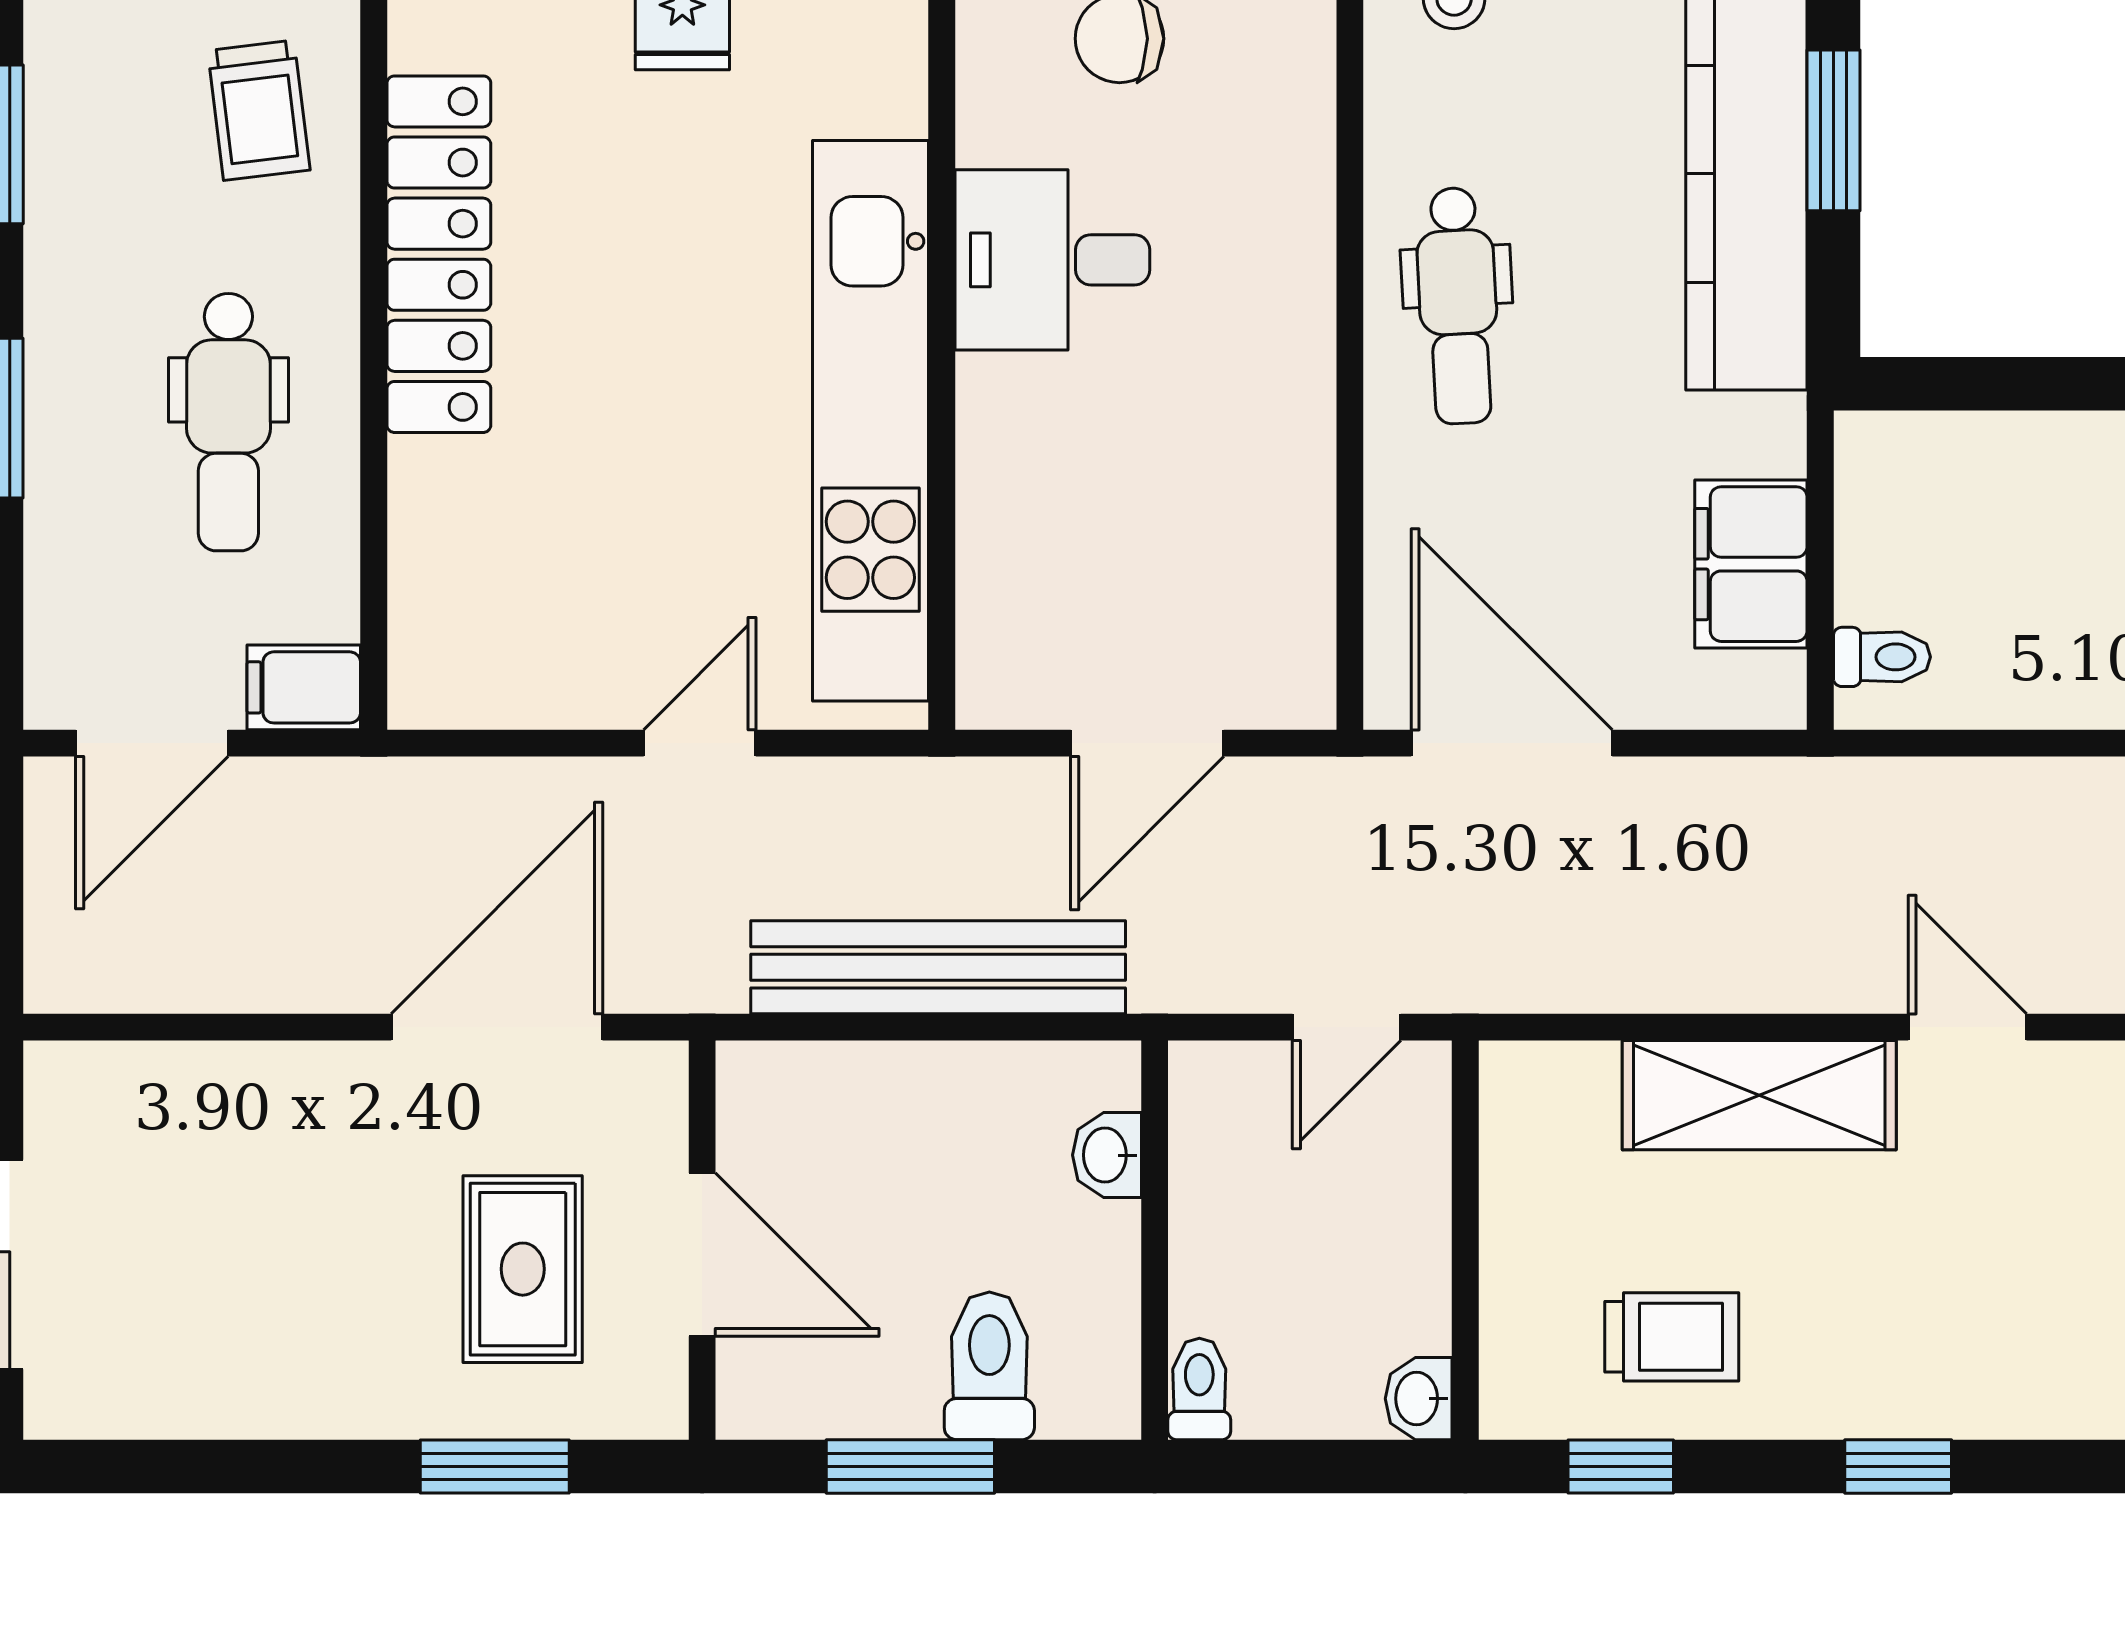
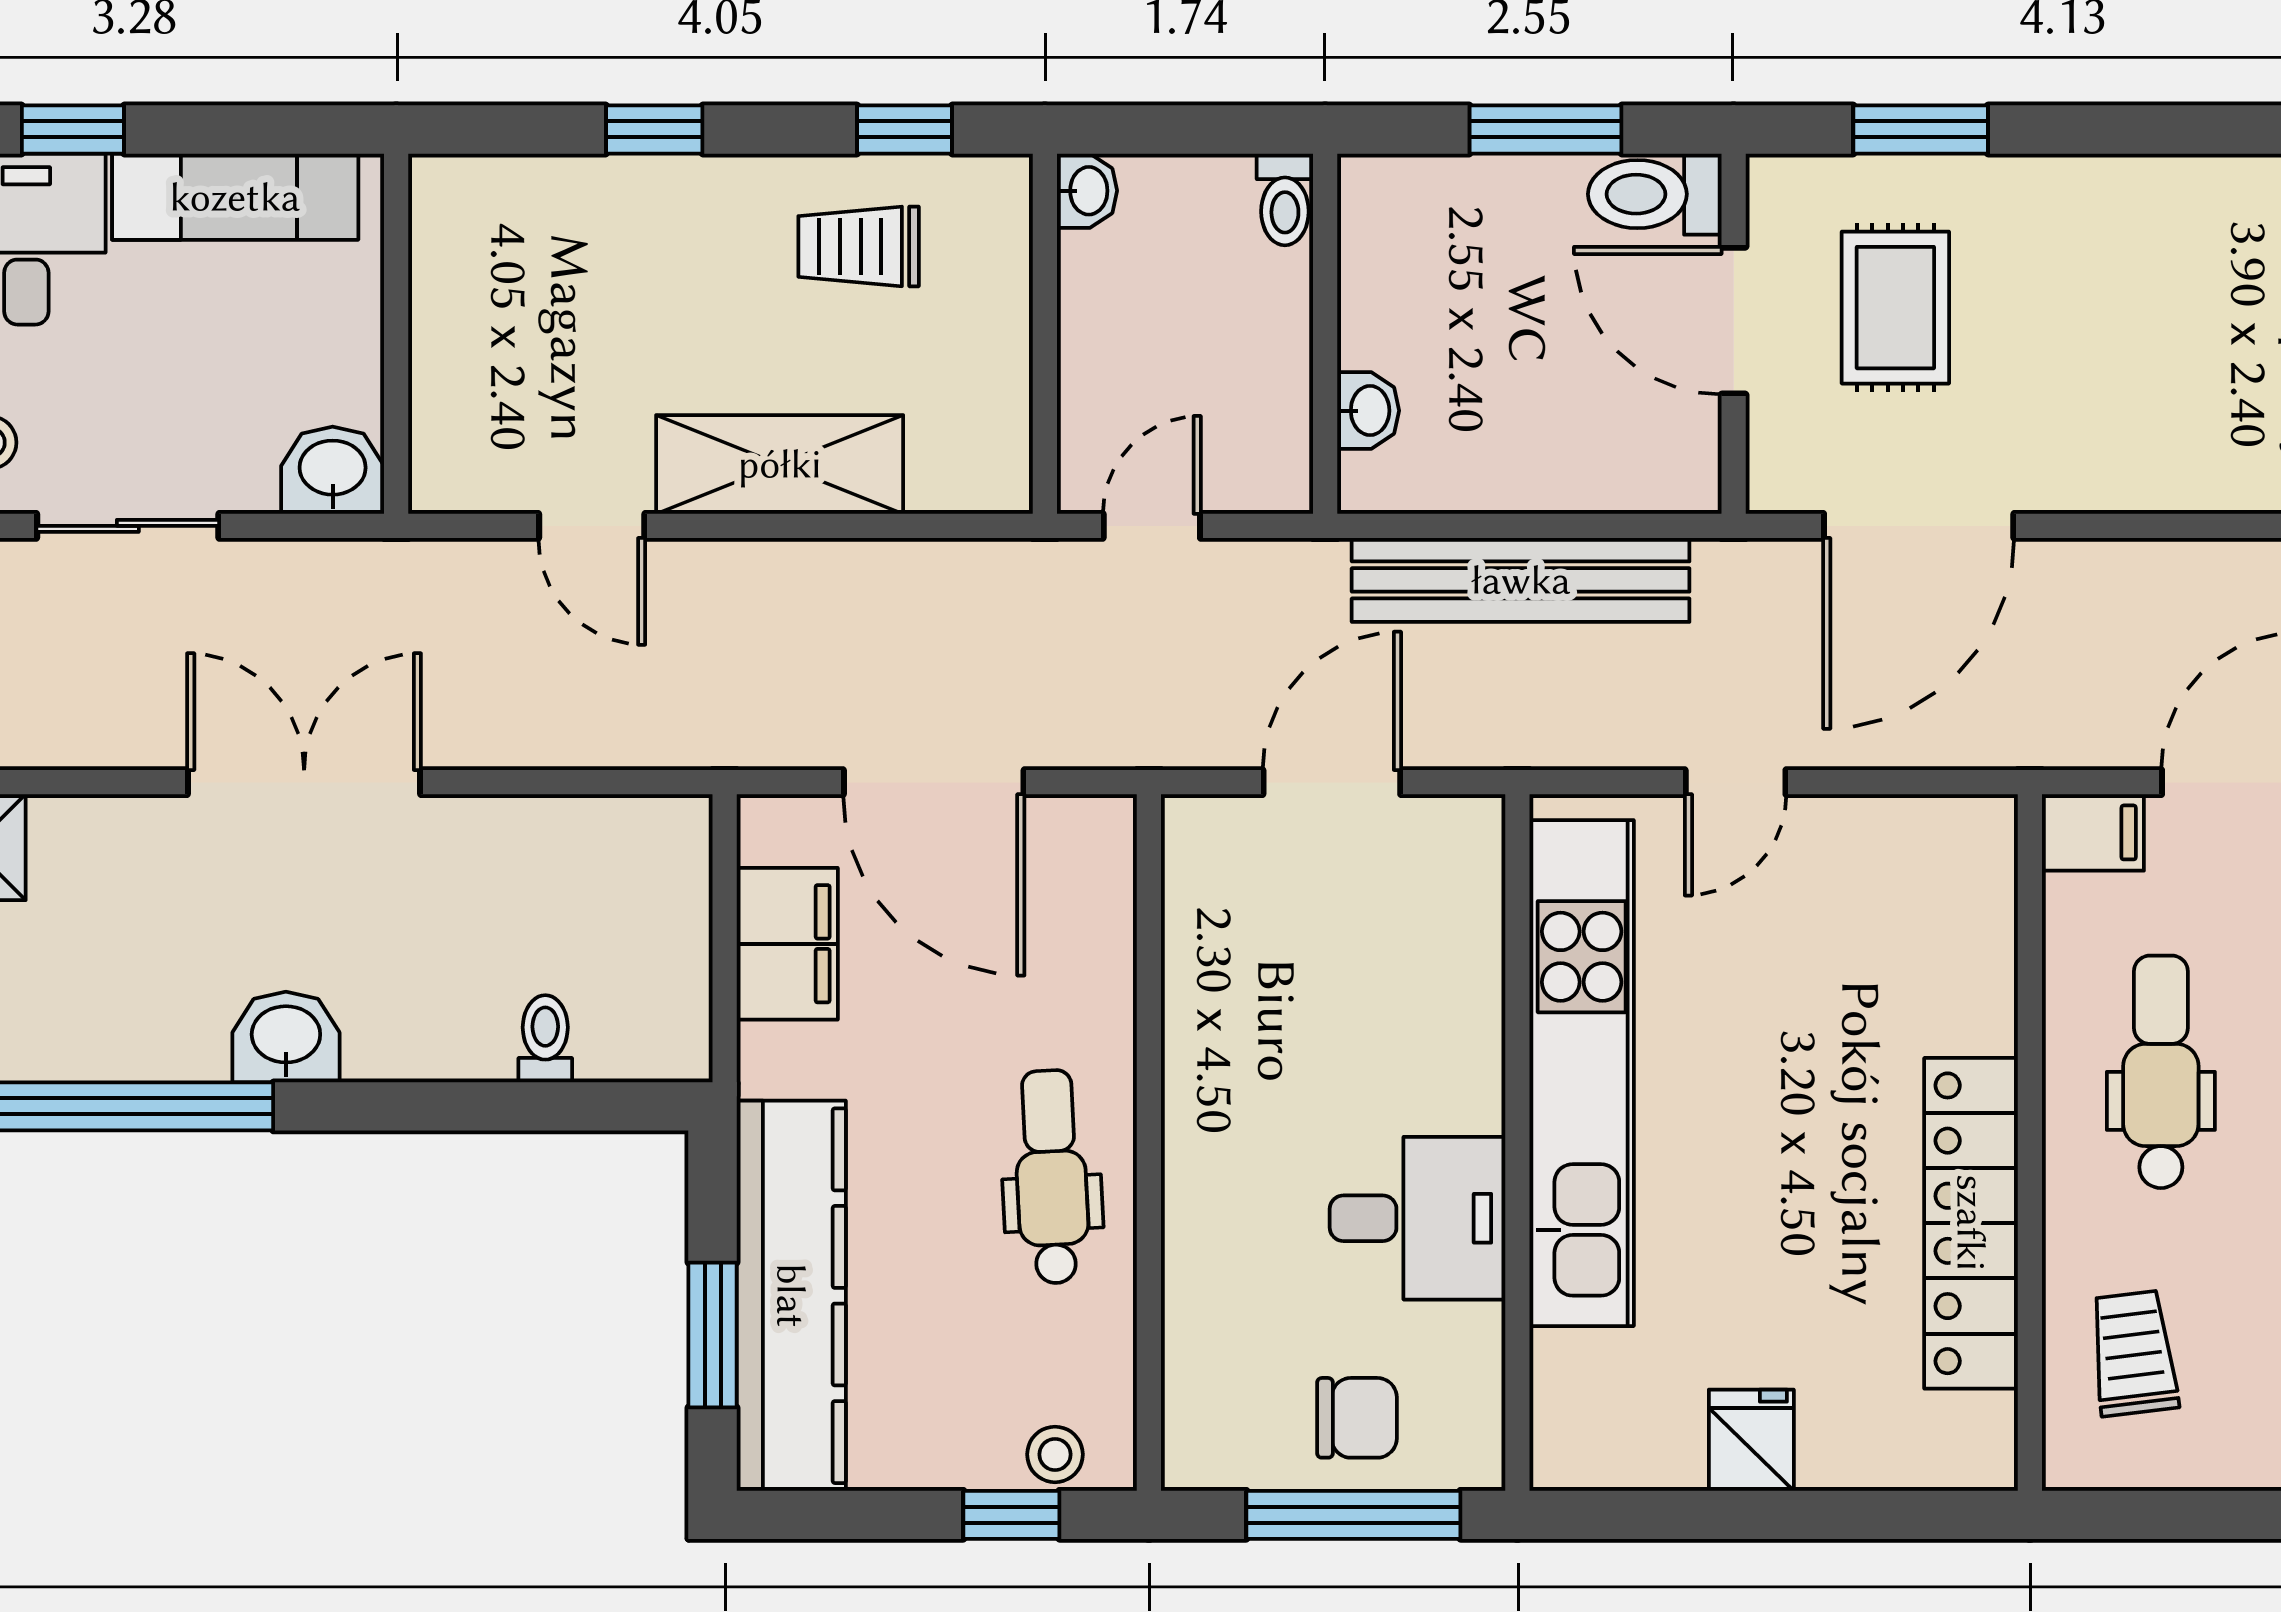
toilet: (1882, 657) -> (545, 1039), moved, turned 90
door: (1512, 743) -> (934, 782), moved
toilet: (989, 1366) -> (1655, 194), moved, turned 90

